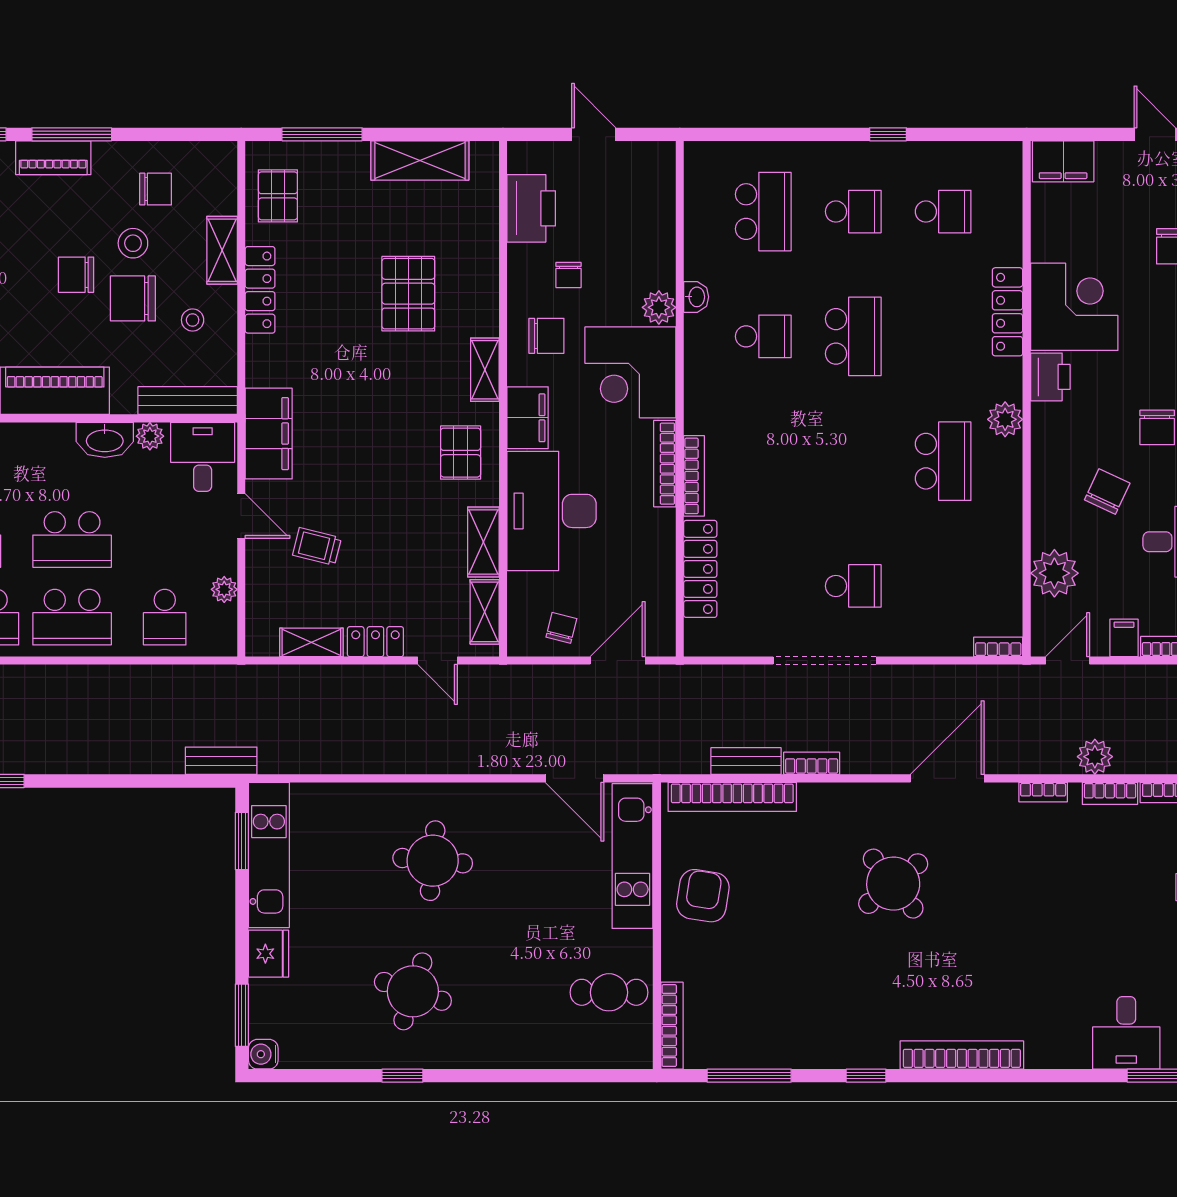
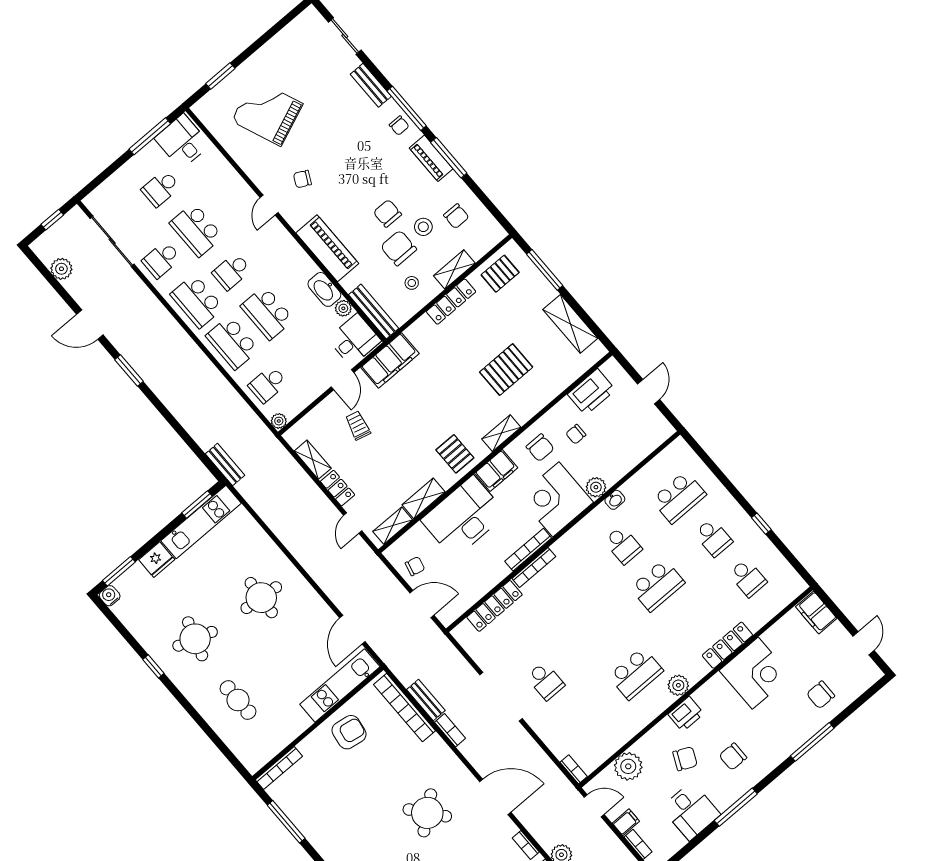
printer: (1050, 377) -> (686, 714), moved
pallet: (461, 453) -> (455, 454), turned 90
plant: (224, 589) -> (279, 421), moved
cafe table: (609, 992) -> (238, 700), moved

